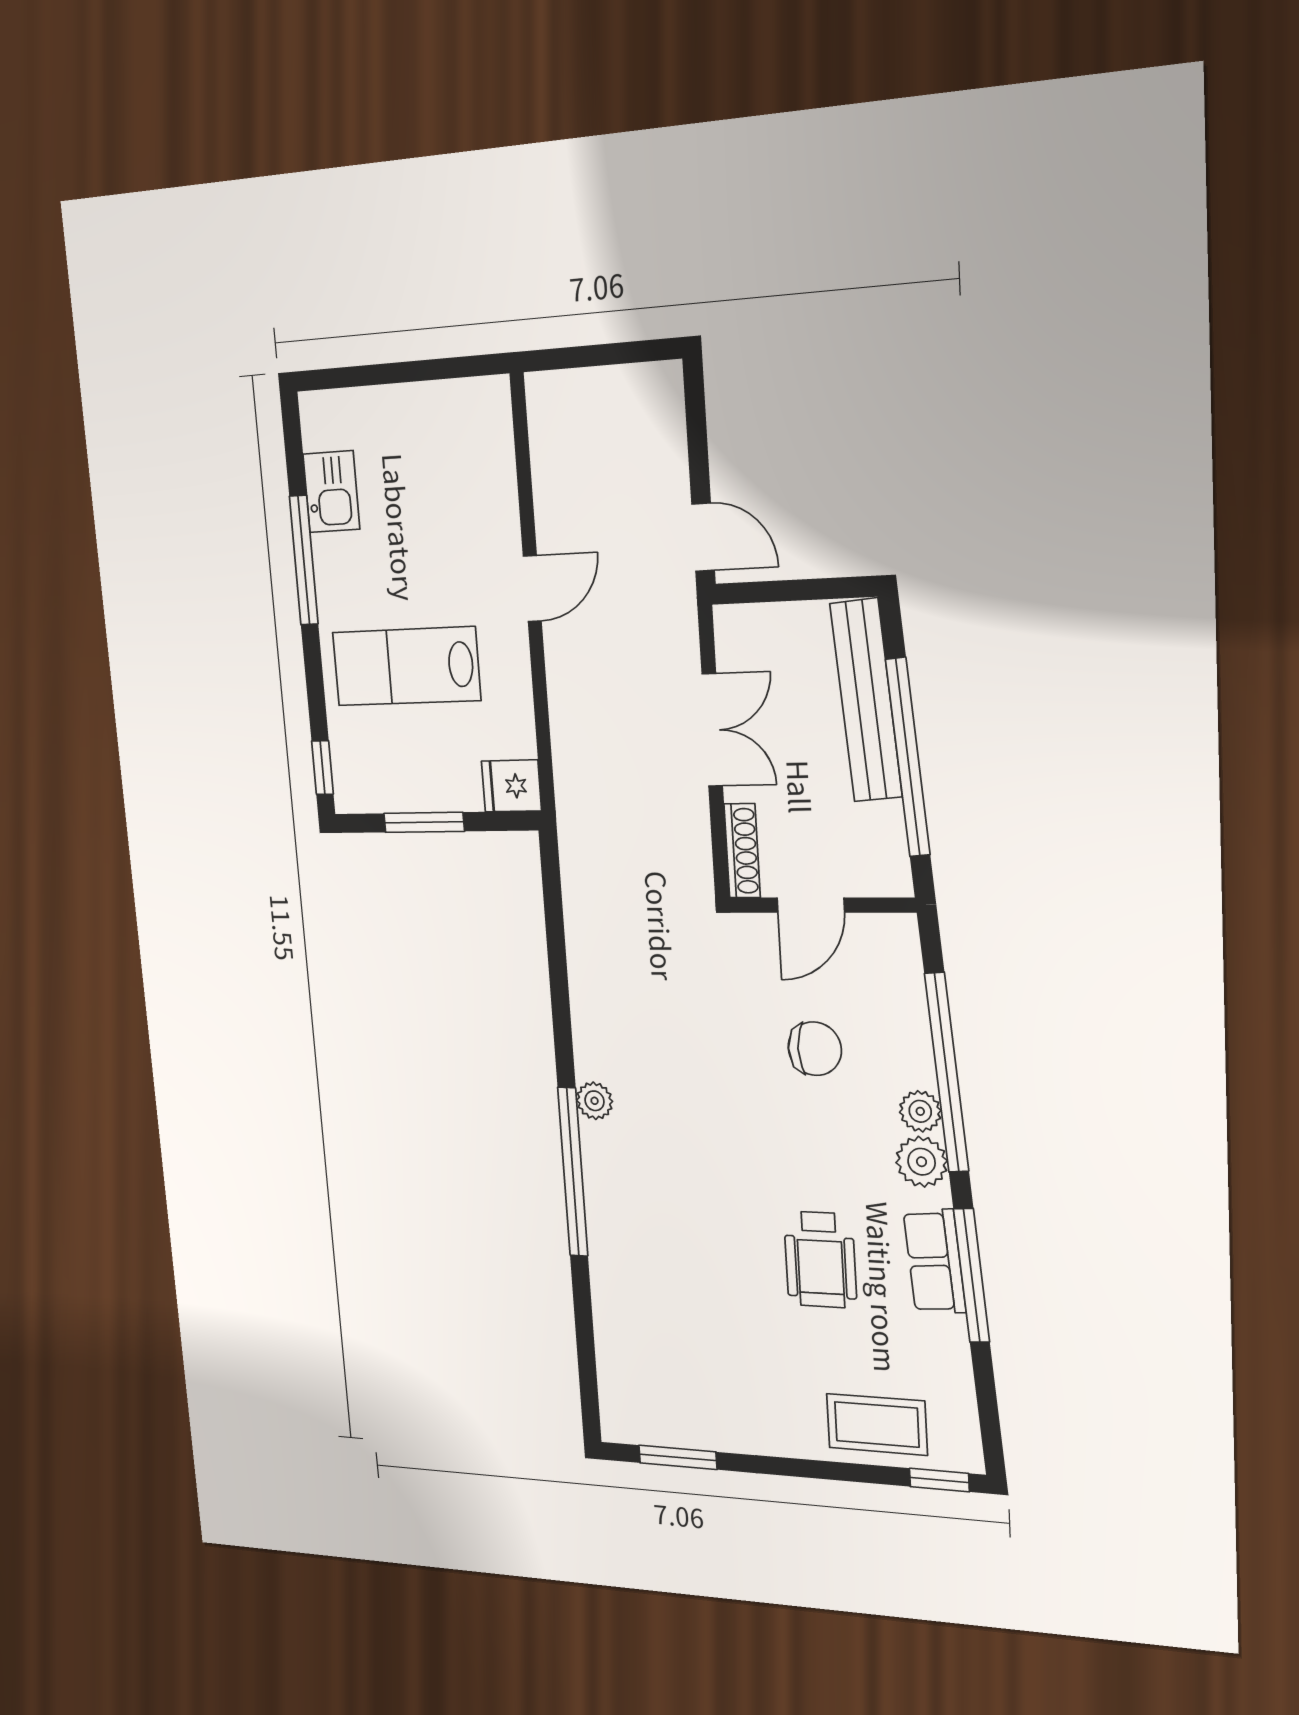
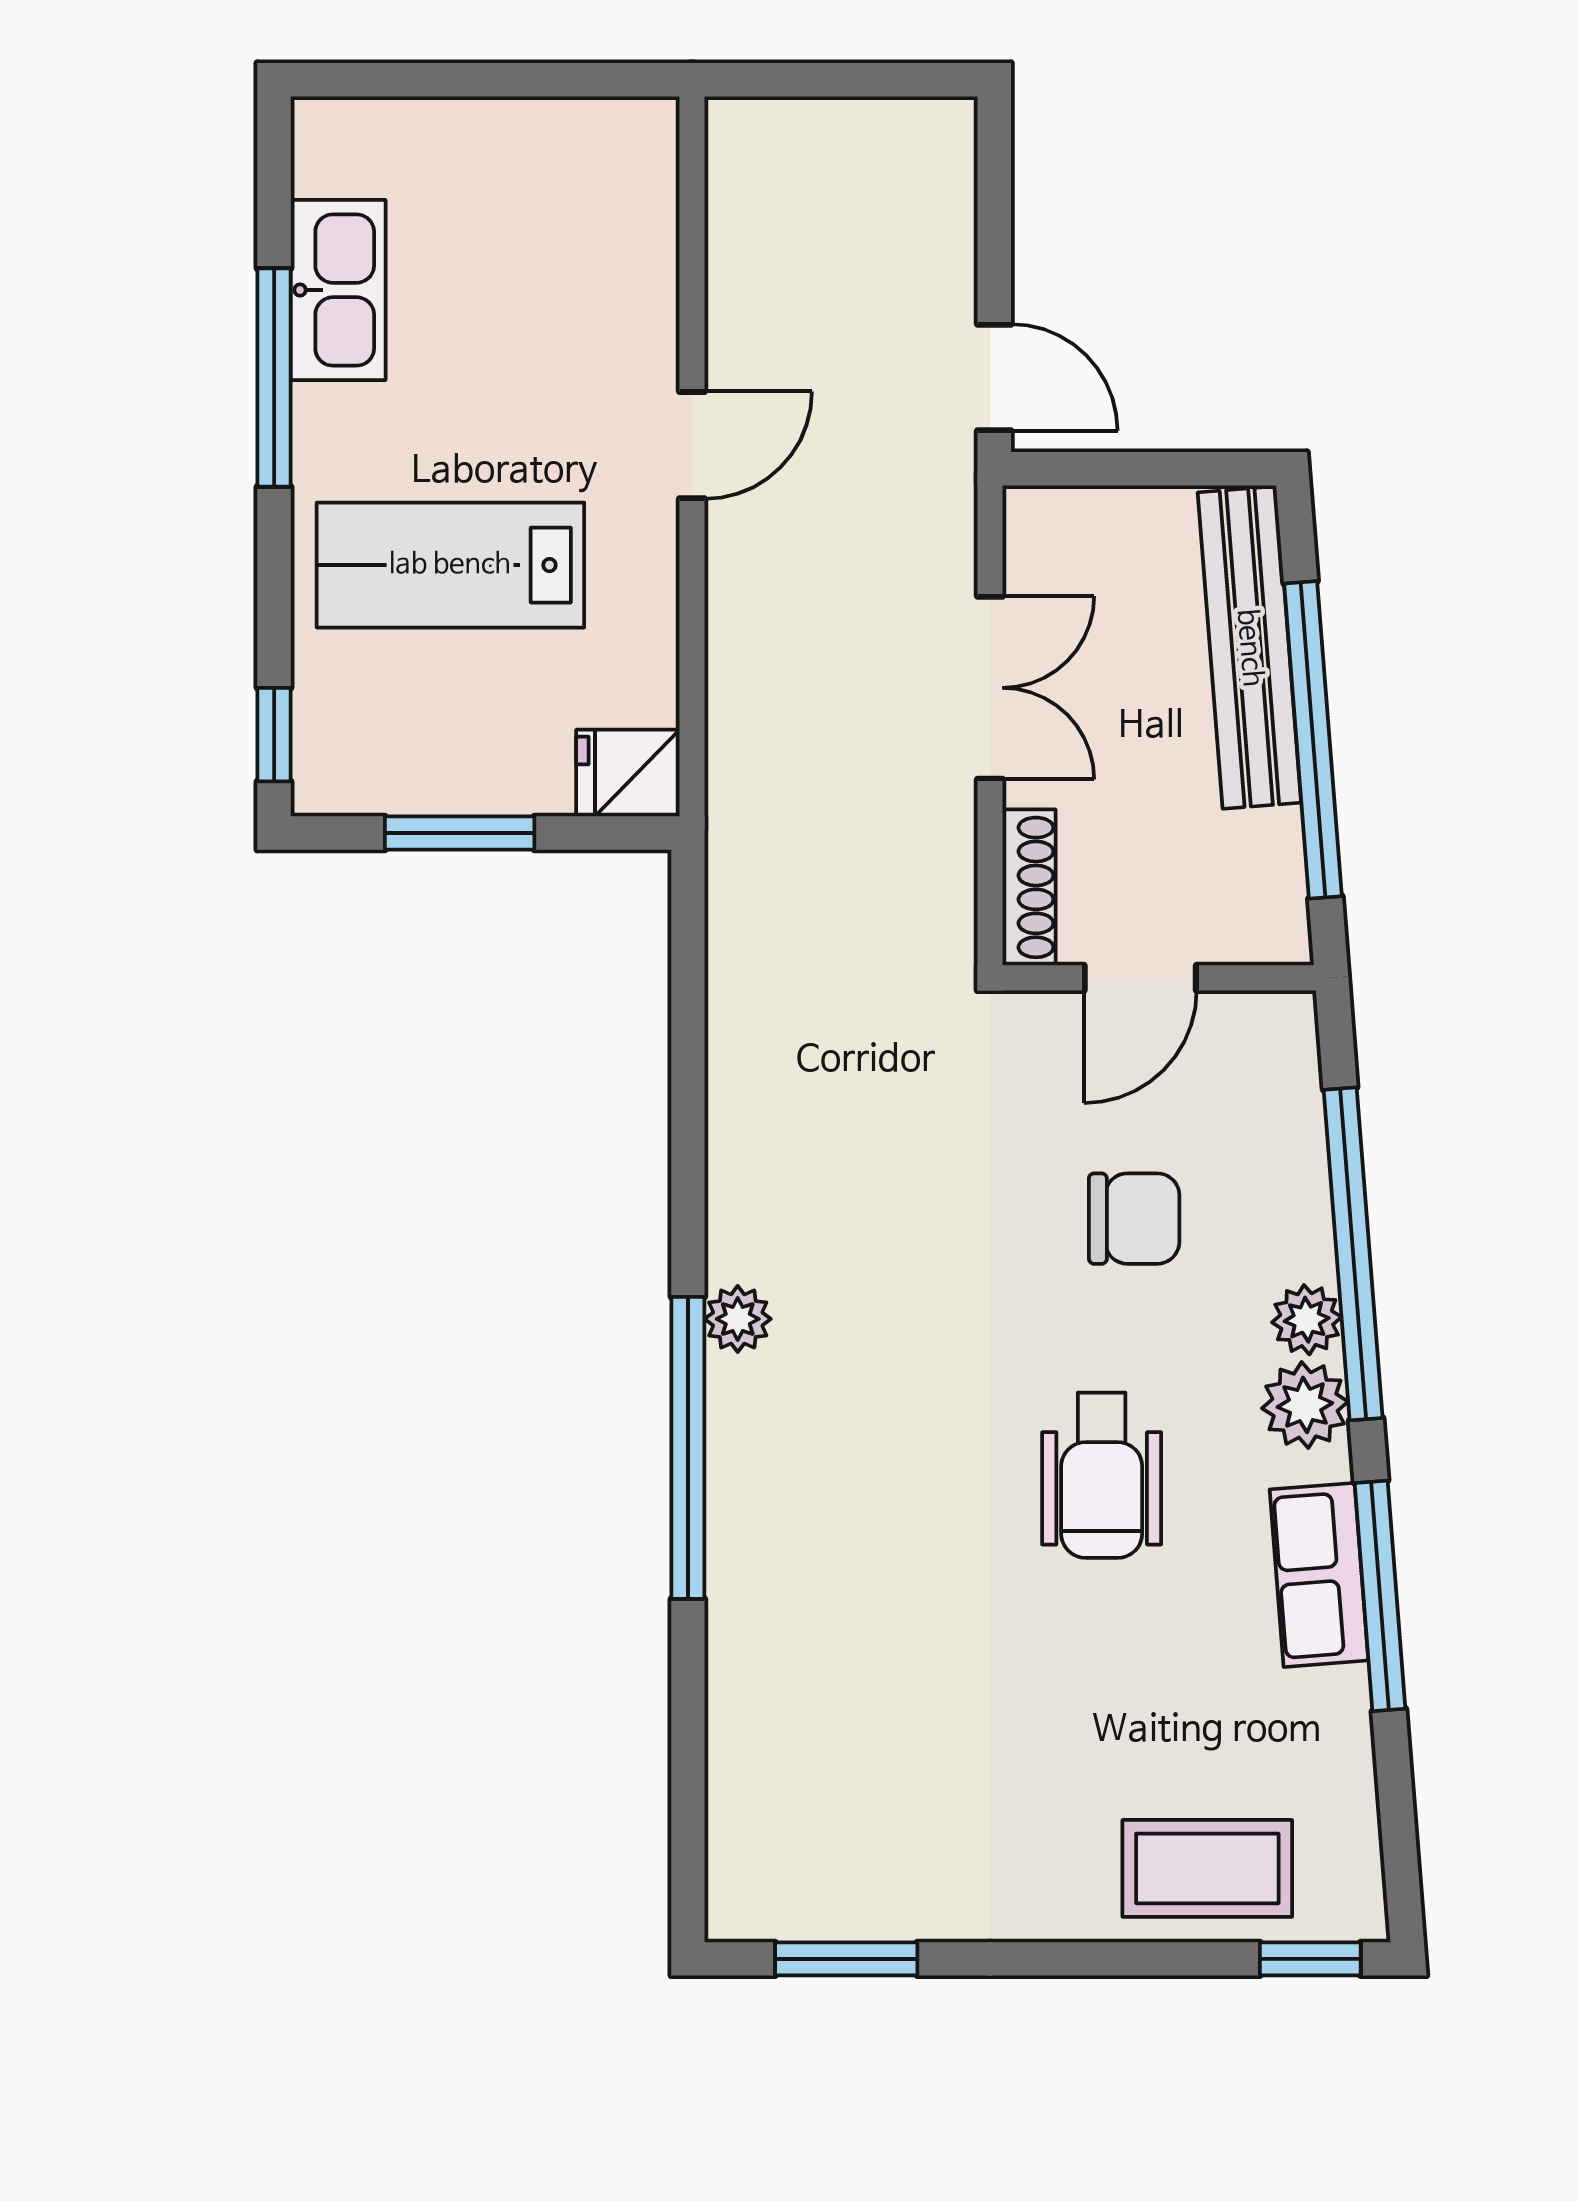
kitchen sink: (331, 492) -> (338, 290), width x1.38
wheelchair: (820, 1260) -> (1102, 1475), moved

